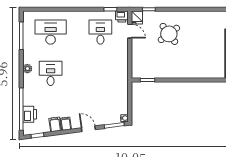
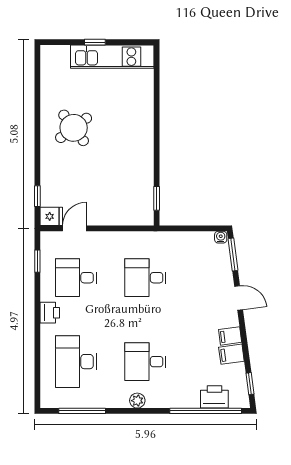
printer: (122, 17) -> (50, 313), moved
round table: (169, 34) -> (74, 128), moved
desk: (100, 73) -> (145, 278), added
door: (88, 129) -> (239, 298), swing flipped

